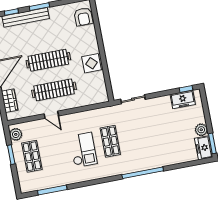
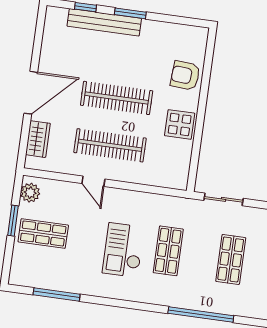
armchair: (83, 17) -> (185, 76), moved, turned 94
shop shelf: (149, 134) -> (231, 259), added
checkout: (83, 150) -> (123, 250), turned 180
shop shelf: (32, 156) -> (43, 233), turned 90

